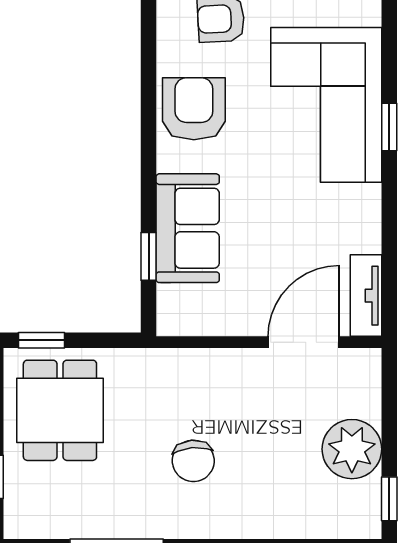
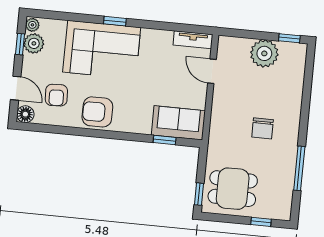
sofa: (188, 228) -> (178, 123), moved
door: (304, 342) -> (212, 71), width x0.73
chair: (193, 461) -> (263, 128), turned 95

